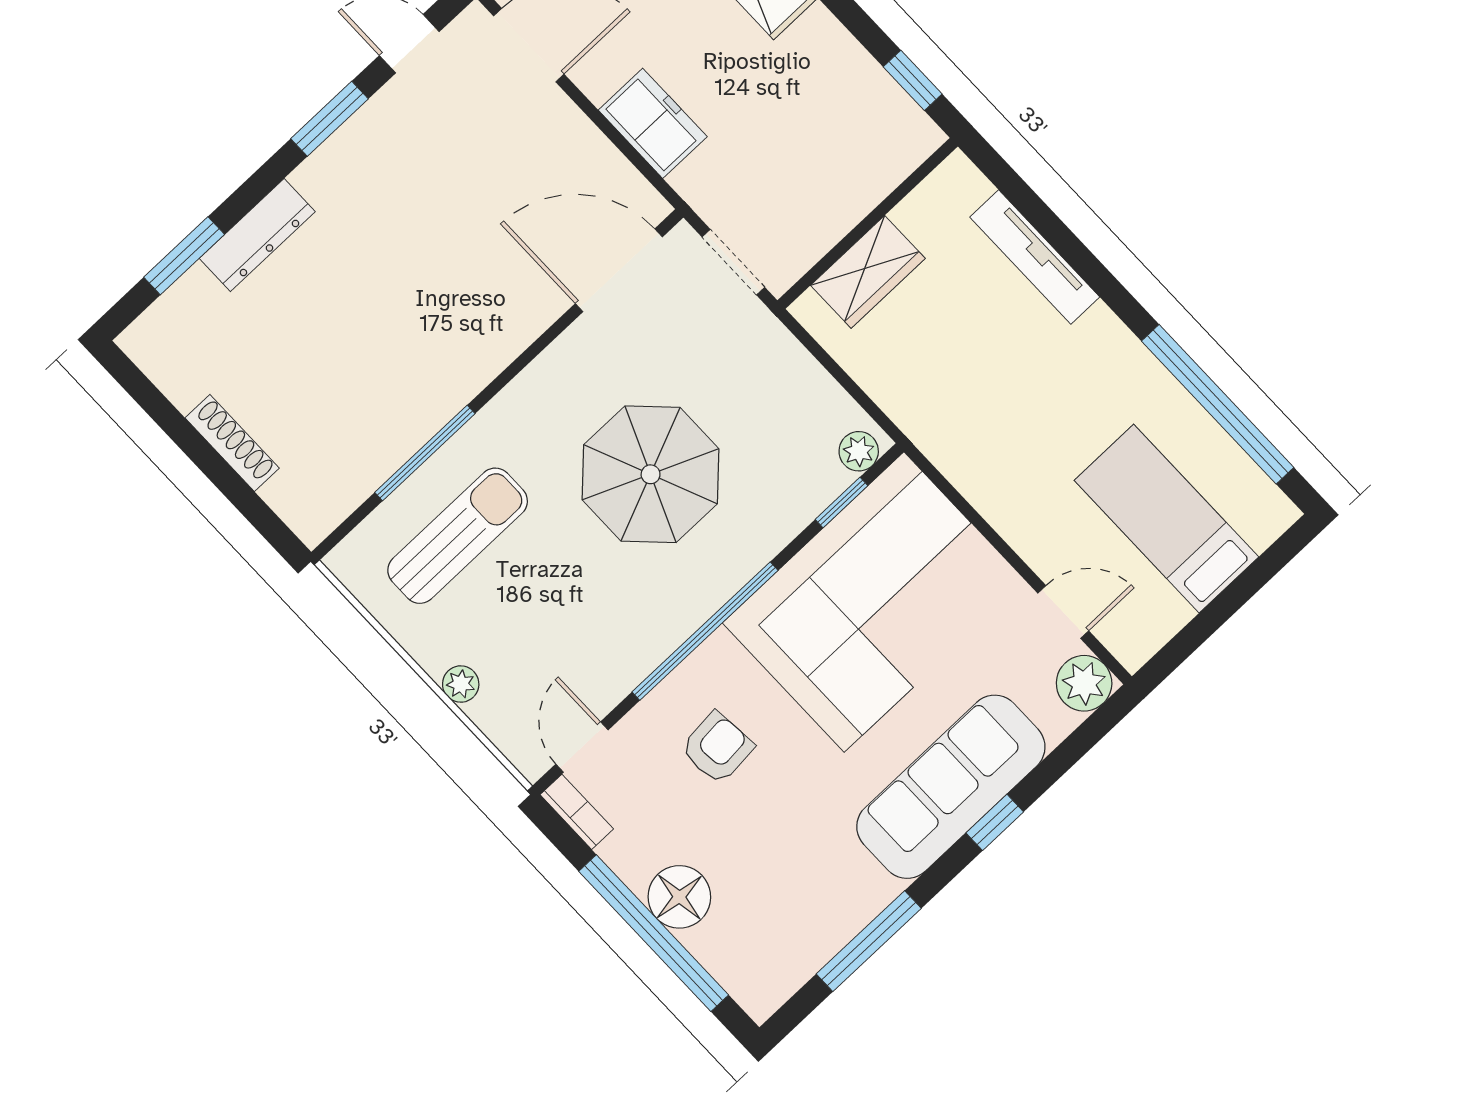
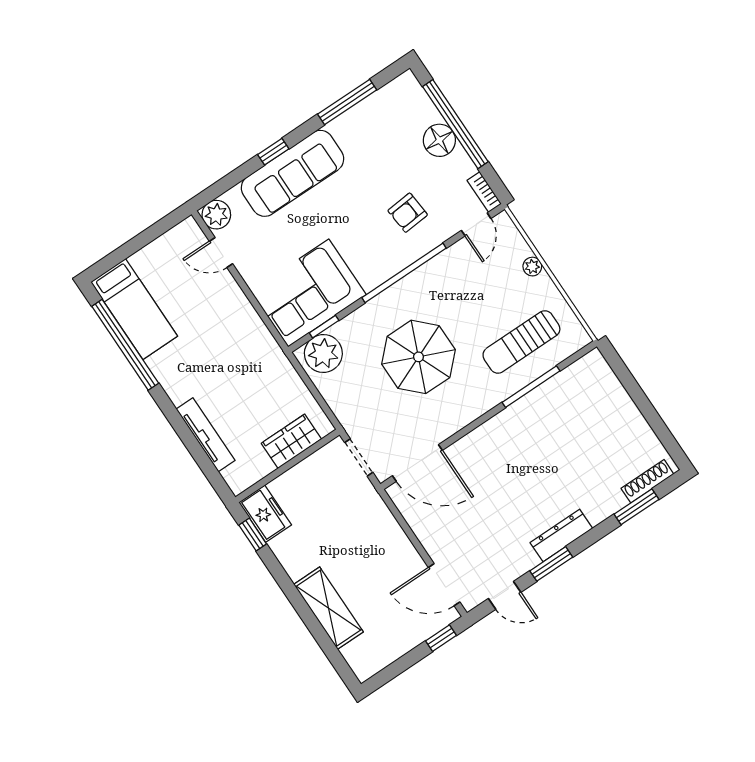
freezer: (653, 123) -> (265, 514), moved, turned 180
dresser: (257, 235) -> (561, 536), moved
shoe rack: (232, 443) -> (647, 481), moved, turned 90
plant: (859, 451) -> (323, 354), width x1.87, depth x1.87
bed: (1166, 519) -> (134, 309), moved
corner sofa: (874, 602) -> (308, 293), width x0.73, depth x0.74

